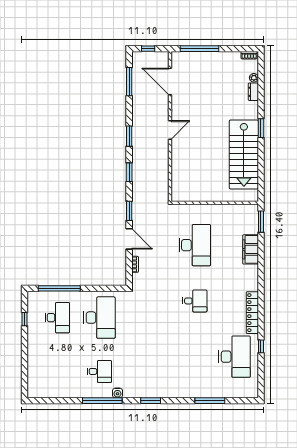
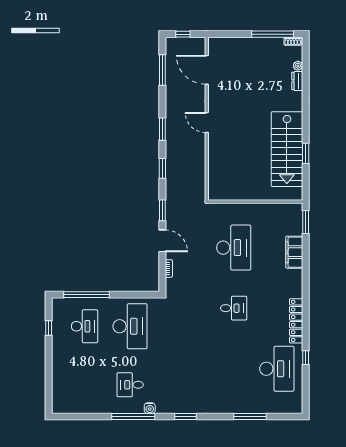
window: (200, 49) -> (273, 34), moved
window: (261, 128) -> (306, 153), moved
door: (170, 130) -> (207, 123), swing flipped
desk: (99, 371) -> (130, 385), turned 180

